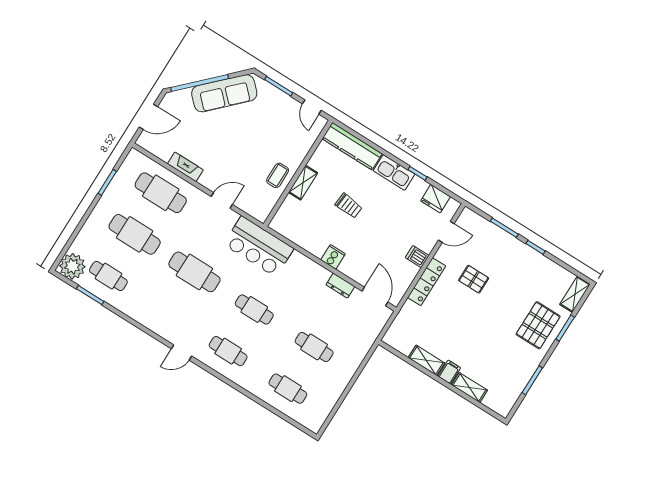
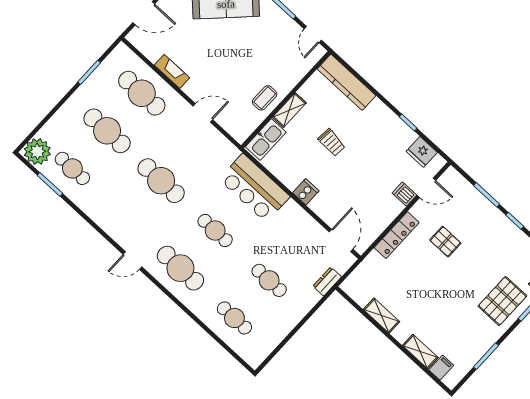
kitchen sink: (394, 172) -> (266, 140), moved, turned -90
bar counter: (259, 246) -> (254, 188), moved
dishwasher: (417, 257) -> (404, 194), moved
dresser: (340, 286) -> (327, 282), moved, turned 90
cafe table: (228, 351) -> (180, 268), width x1.37, depth x1.35
filing cabinet: (449, 372) -> (441, 368), moved

